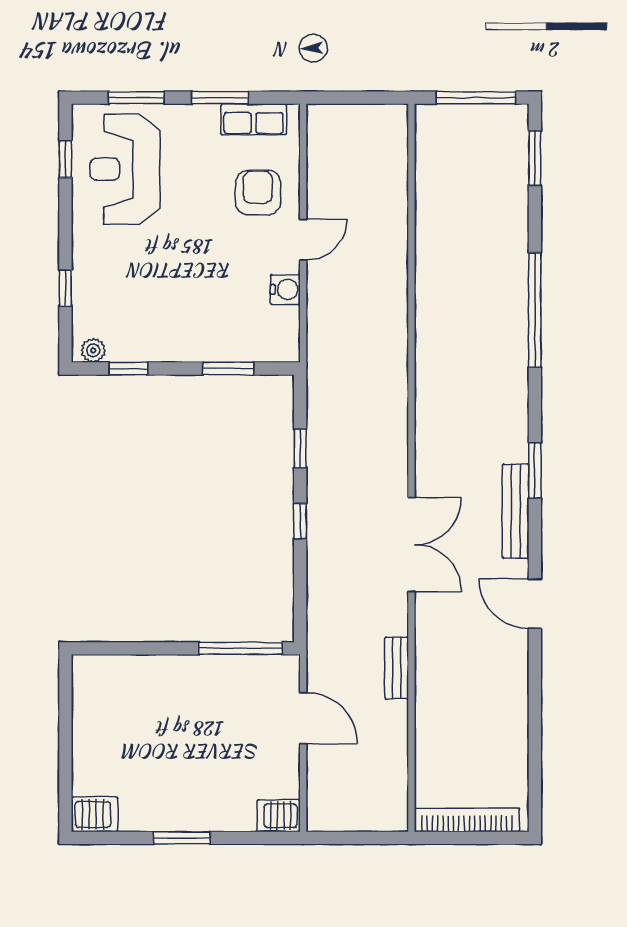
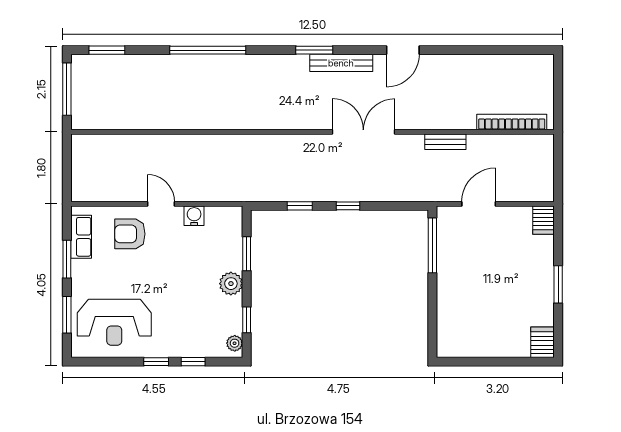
window: (65, 159) -> (156, 362), moved
plant: (183, 345) -> (231, 284), added
bookcase: (467, 820) -> (512, 122), moved, turned 90

